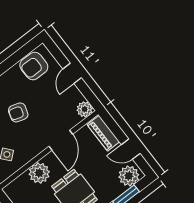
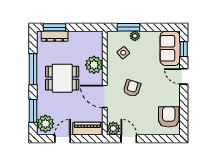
door: (72, 73) -> (129, 139), moved
armchair: (18, 112) -> (132, 88), moved

